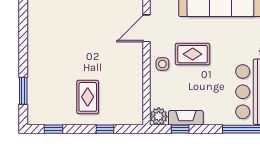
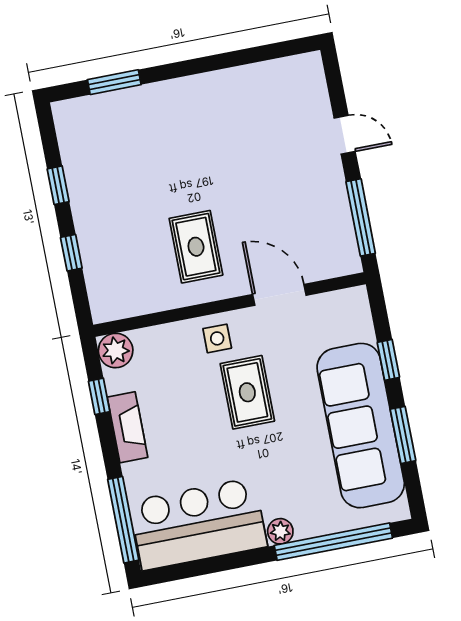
rug: (88, 97) -> (196, 247), moved, turned 90
fireplace: (186, 118) -> (128, 427), moved
window: (54, 129) -> (58, 185), moved

